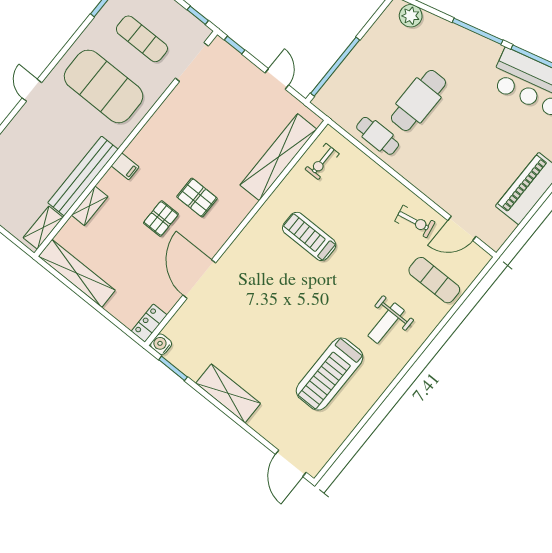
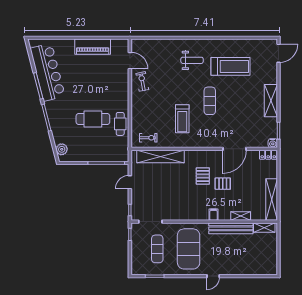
exercise mat: (434, 280) -> (210, 101), moved

